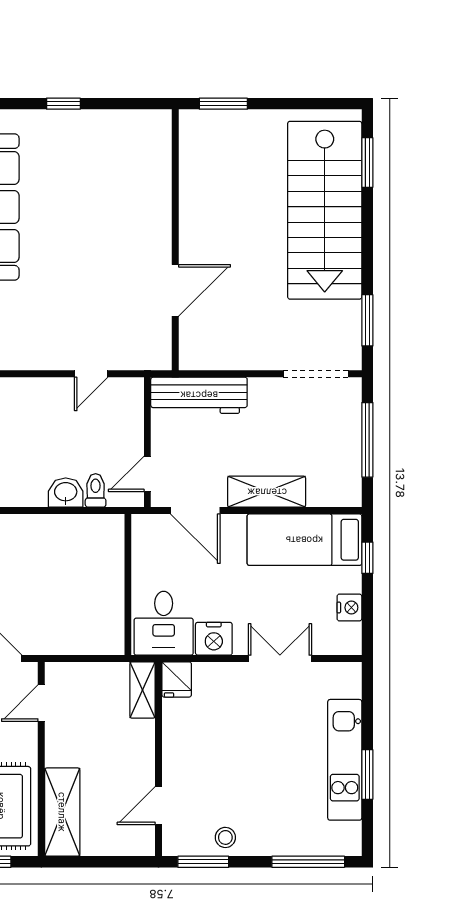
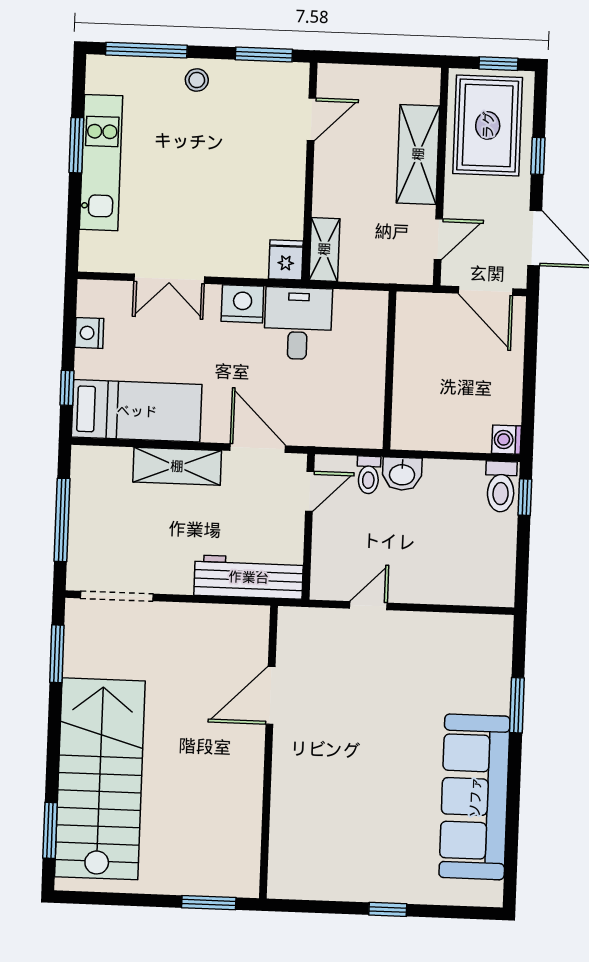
wall: (128, 585) -> (389, 370), moved
shelving: (62, 812) -> (418, 154), moved
stool: (225, 837) -> (197, 80), moved

